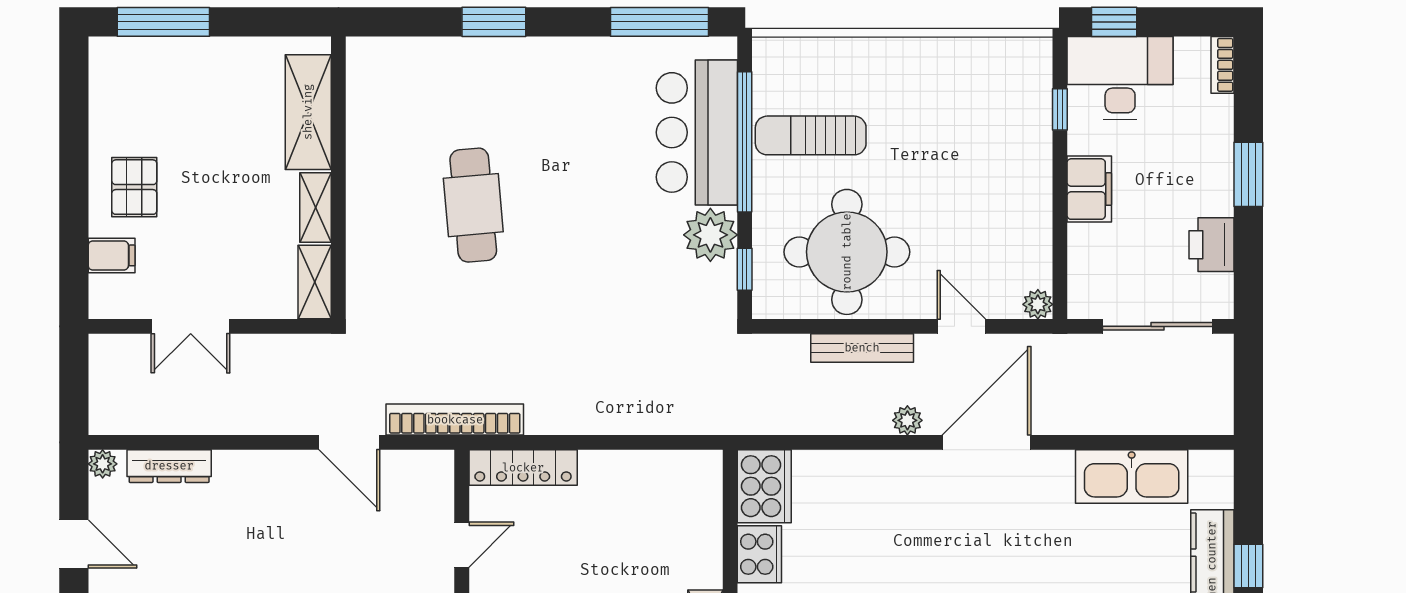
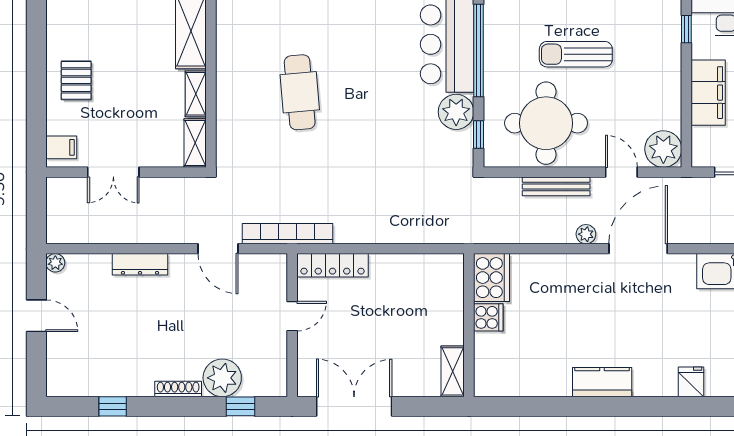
sun lounger: (811, 135) -> (576, 54), moved
filing cabinet: (1089, 189) -> (708, 93), width x1.50, depth x1.17
filing cabinet: (112, 255) -> (61, 147), moved
plant: (1038, 304) -> (663, 149), width x1.88, depth x1.88
dresser: (169, 466) -> (140, 264), moved
cooker: (759, 554) -> (488, 317), width x0.73

